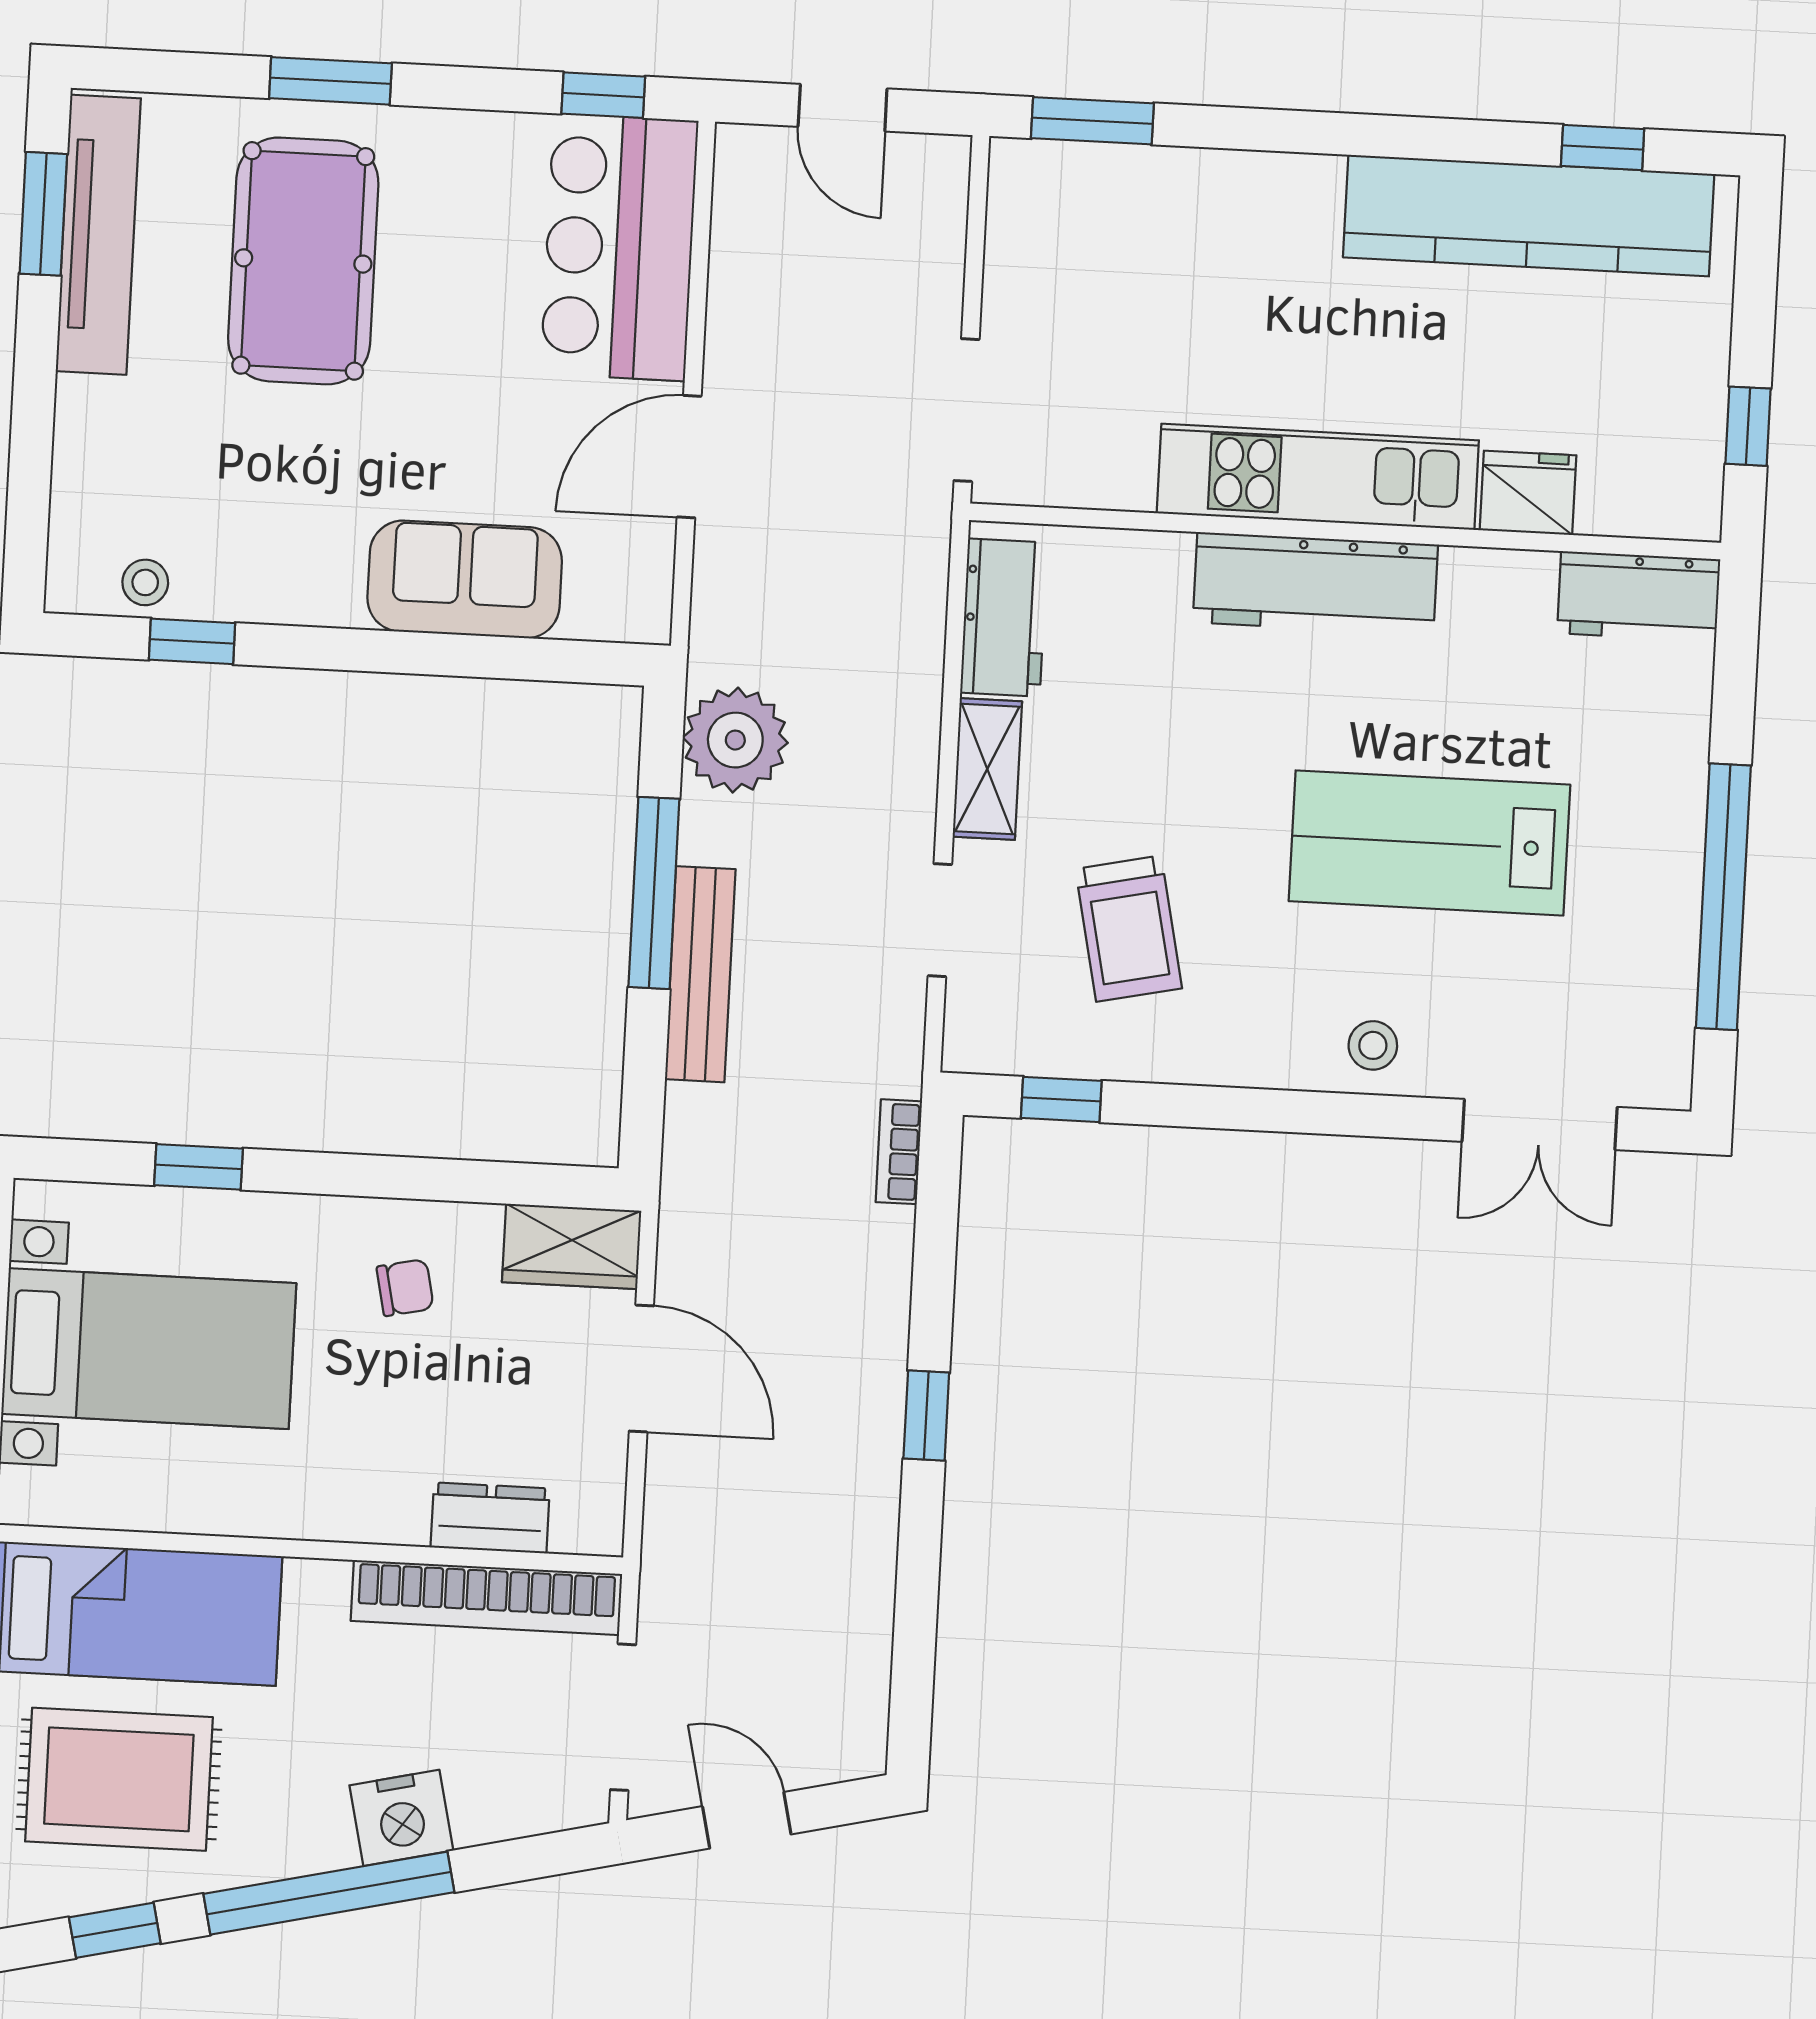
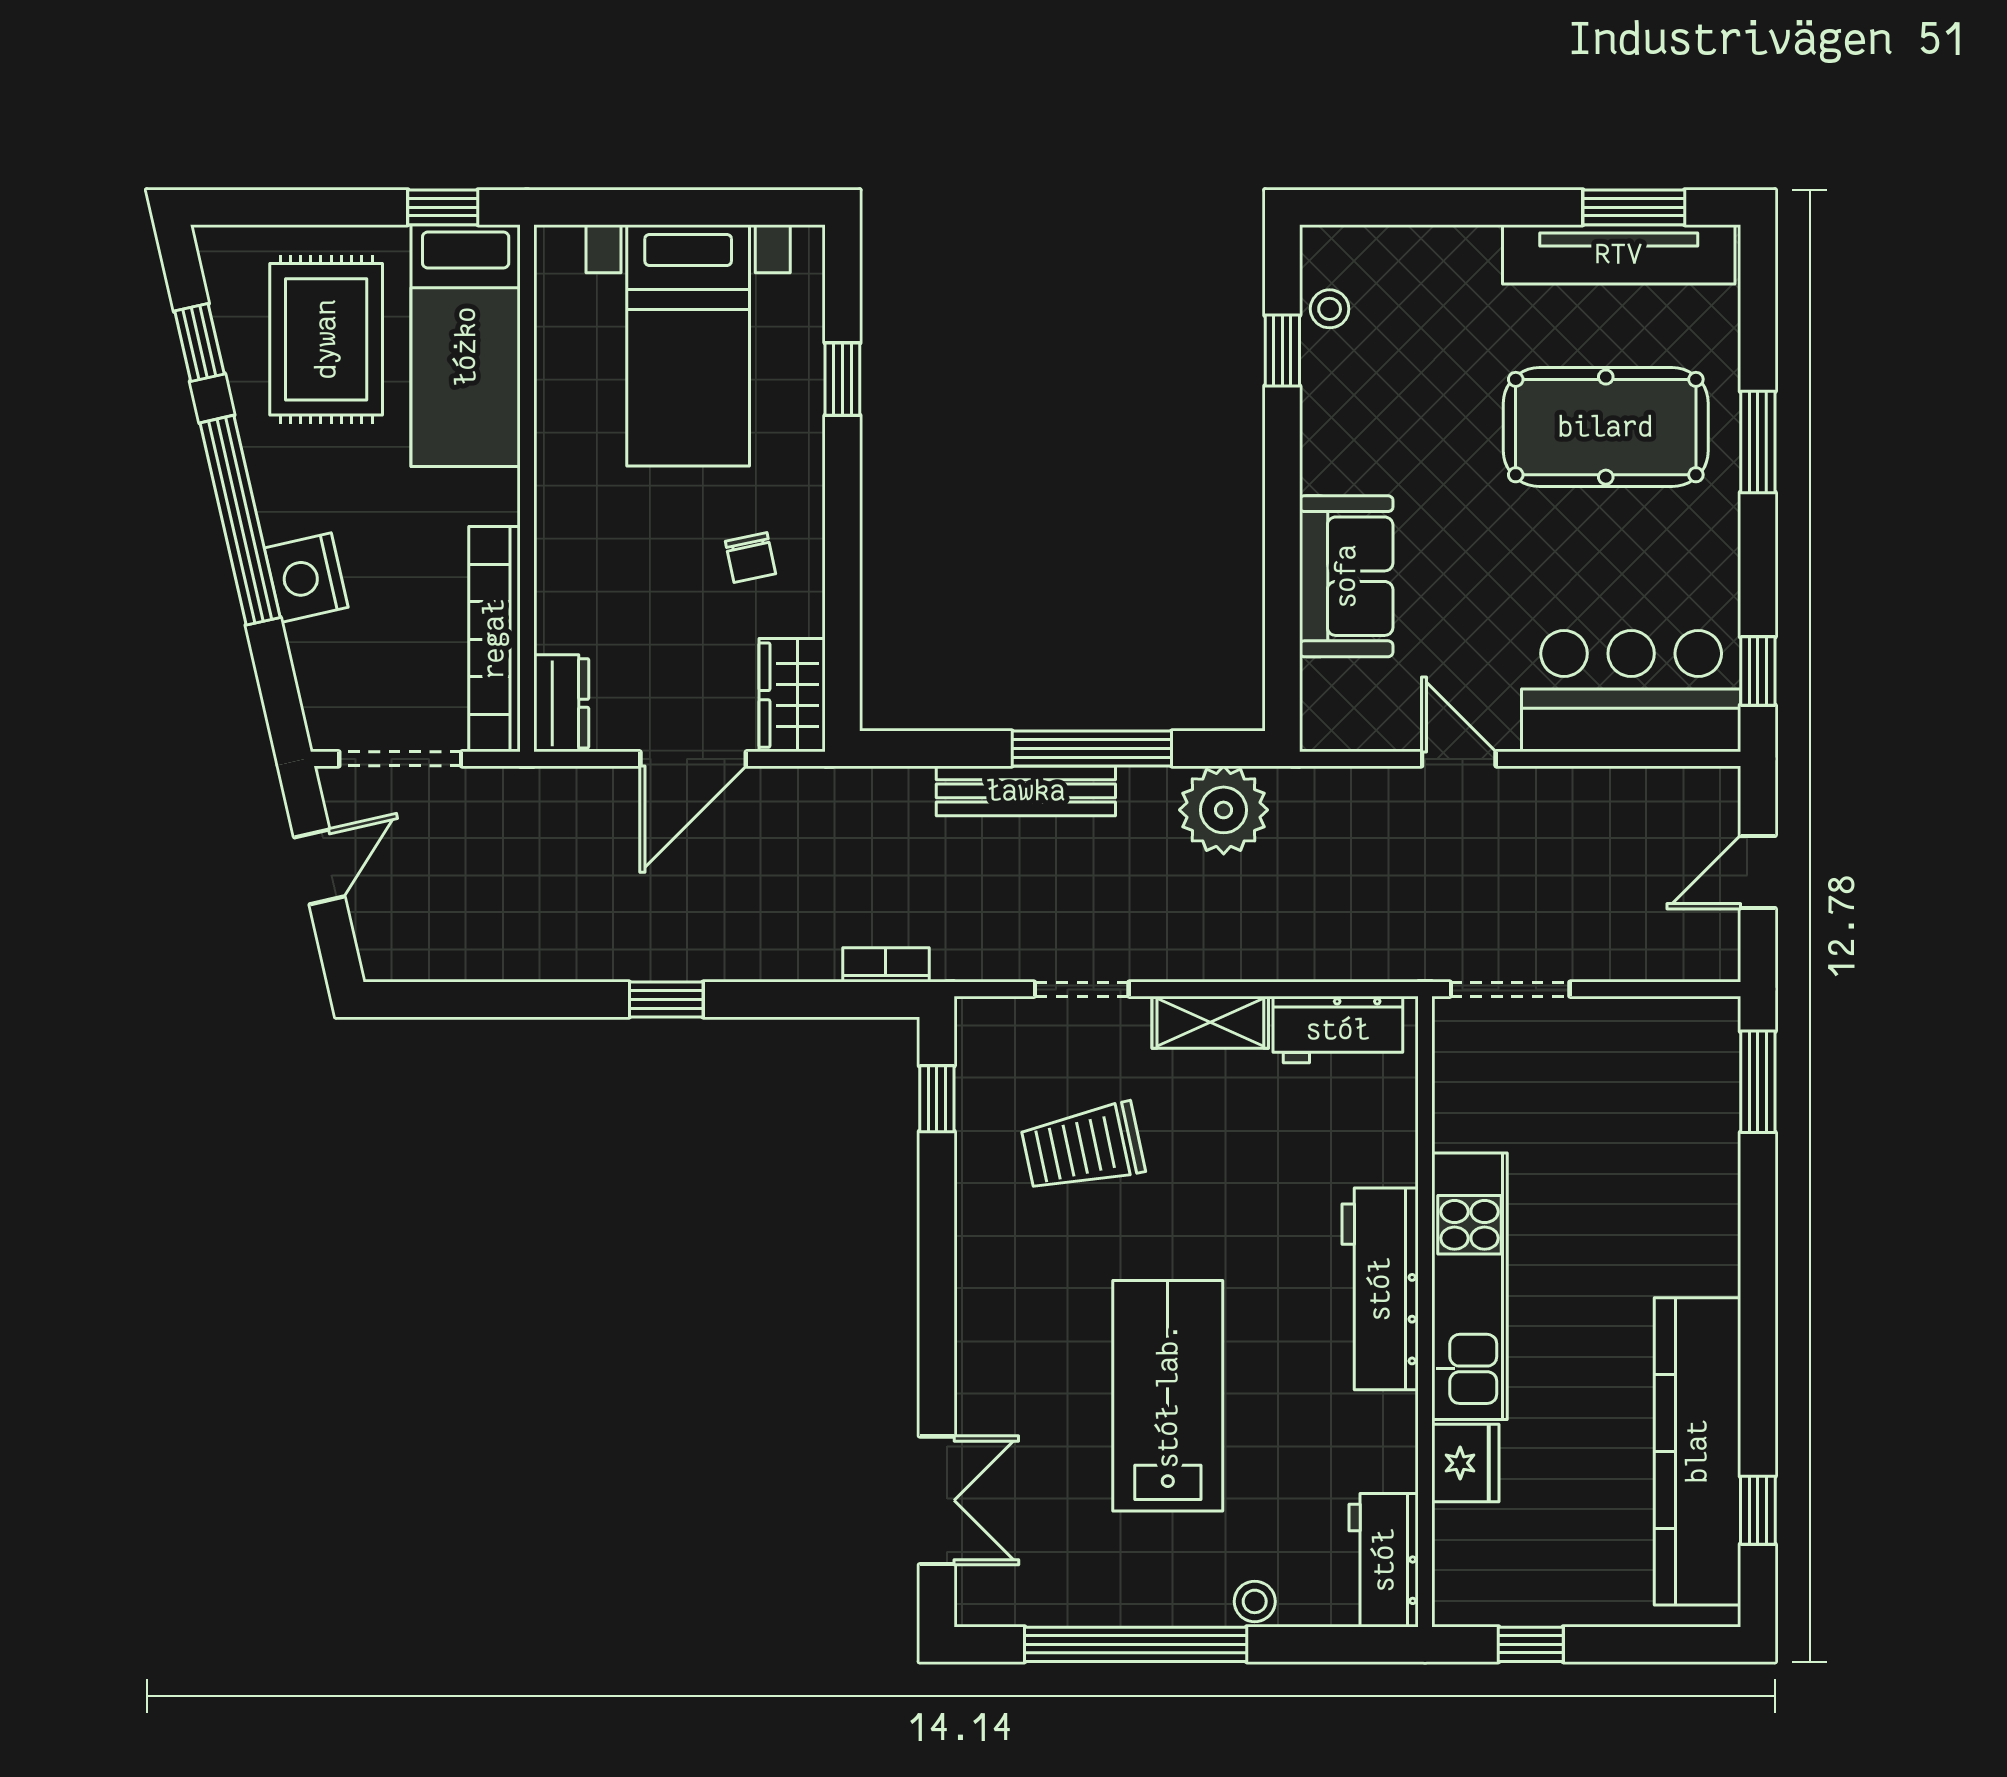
door: (689, 457) -> (1459, 759), width x0.73
stool: (1373, 1045) -> (1255, 1601), moved
double door: (1540, 1124) -> (937, 1500), swing flipped
dresser: (490, 1518) -> (561, 703), moved

